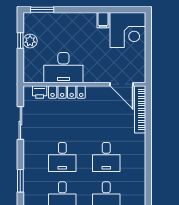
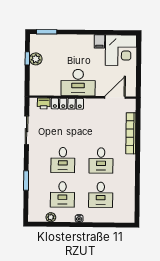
desk: (63, 68) -> (78, 83), moved
door: (121, 84) -> (115, 97), swing flipped
bookcase: (140, 109) -> (131, 133), moved

